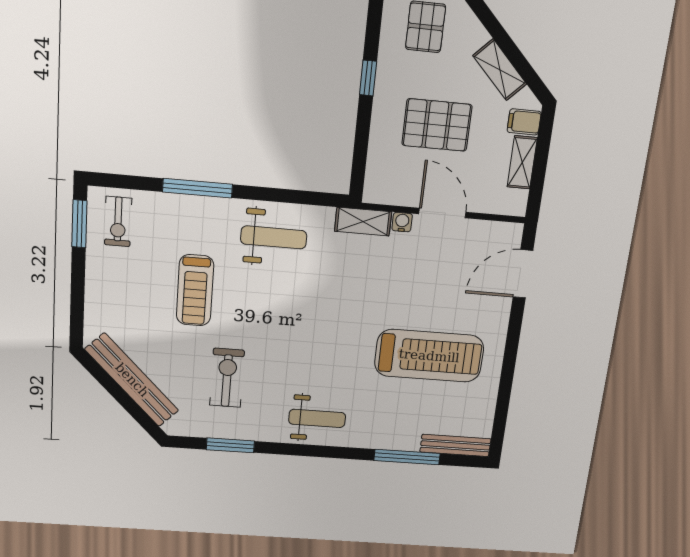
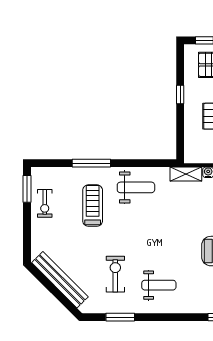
exercise bike: (118, 221) -> (45, 203), moved
treadmill: (195, 290) -> (93, 206), moved, turned 180
weight bench: (317, 418) -> (159, 285), moved

